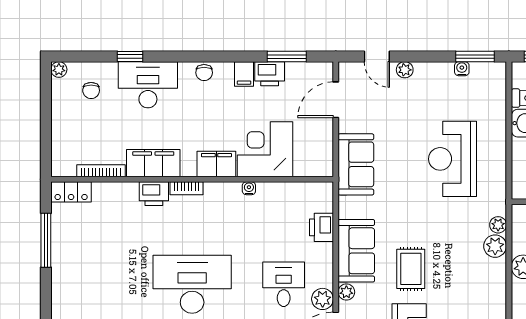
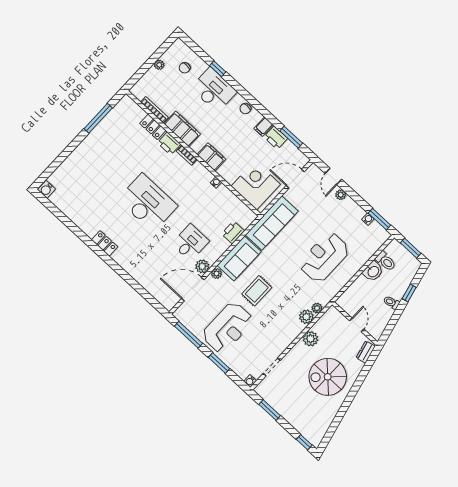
plant: (59, 69) -> (159, 65), moved
corner desk: (265, 149) -> (256, 185), moved
sofa: (356, 164) -> (272, 223), width x1.36
locker: (71, 192) -> (153, 127), moved

